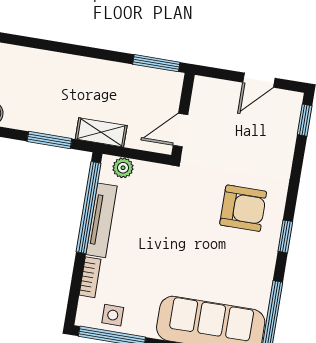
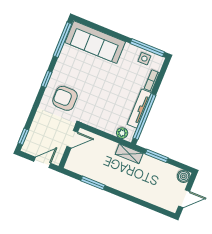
wall: (183, 115) -> (69, 147), moved
door: (180, 130) -> (72, 139), moved

